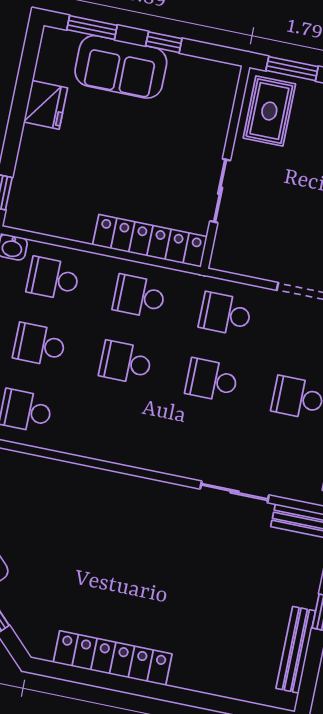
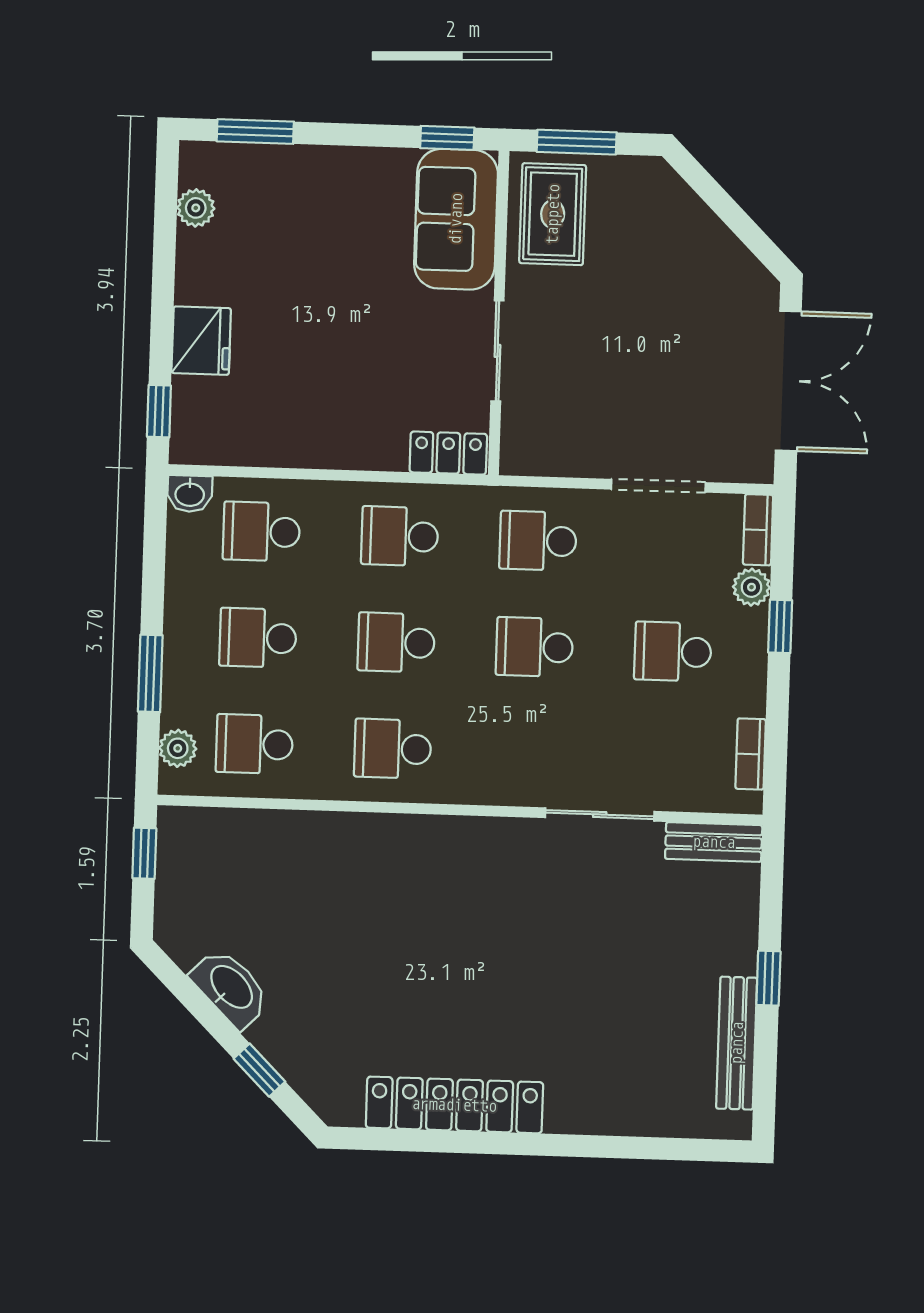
window: (164, 42) -> (447, 138), moved
sofa: (121, 67) -> (456, 219), moved, turned 90
plant: (47, 69) -> (196, 208), added
fridge: (46, 105) -> (201, 341), moved
locker: (150, 241) -> (448, 453), width x0.46, depth x0.83
school desk: (112, 429) -> (393, 749), added

